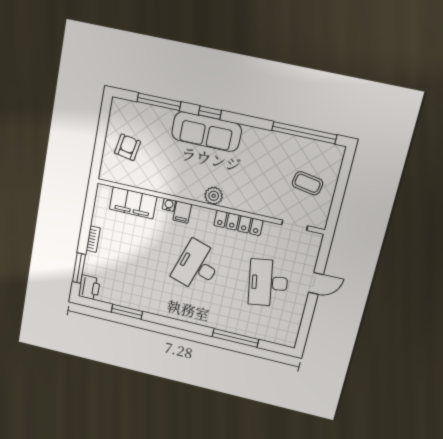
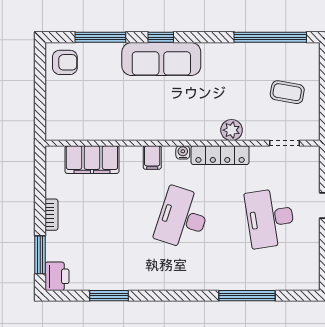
armchair: (128, 147) -> (65, 62), moved, turned 80
plant: (214, 196) -> (232, 130), moved
water cooler: (169, 205) -> (183, 152), moved

